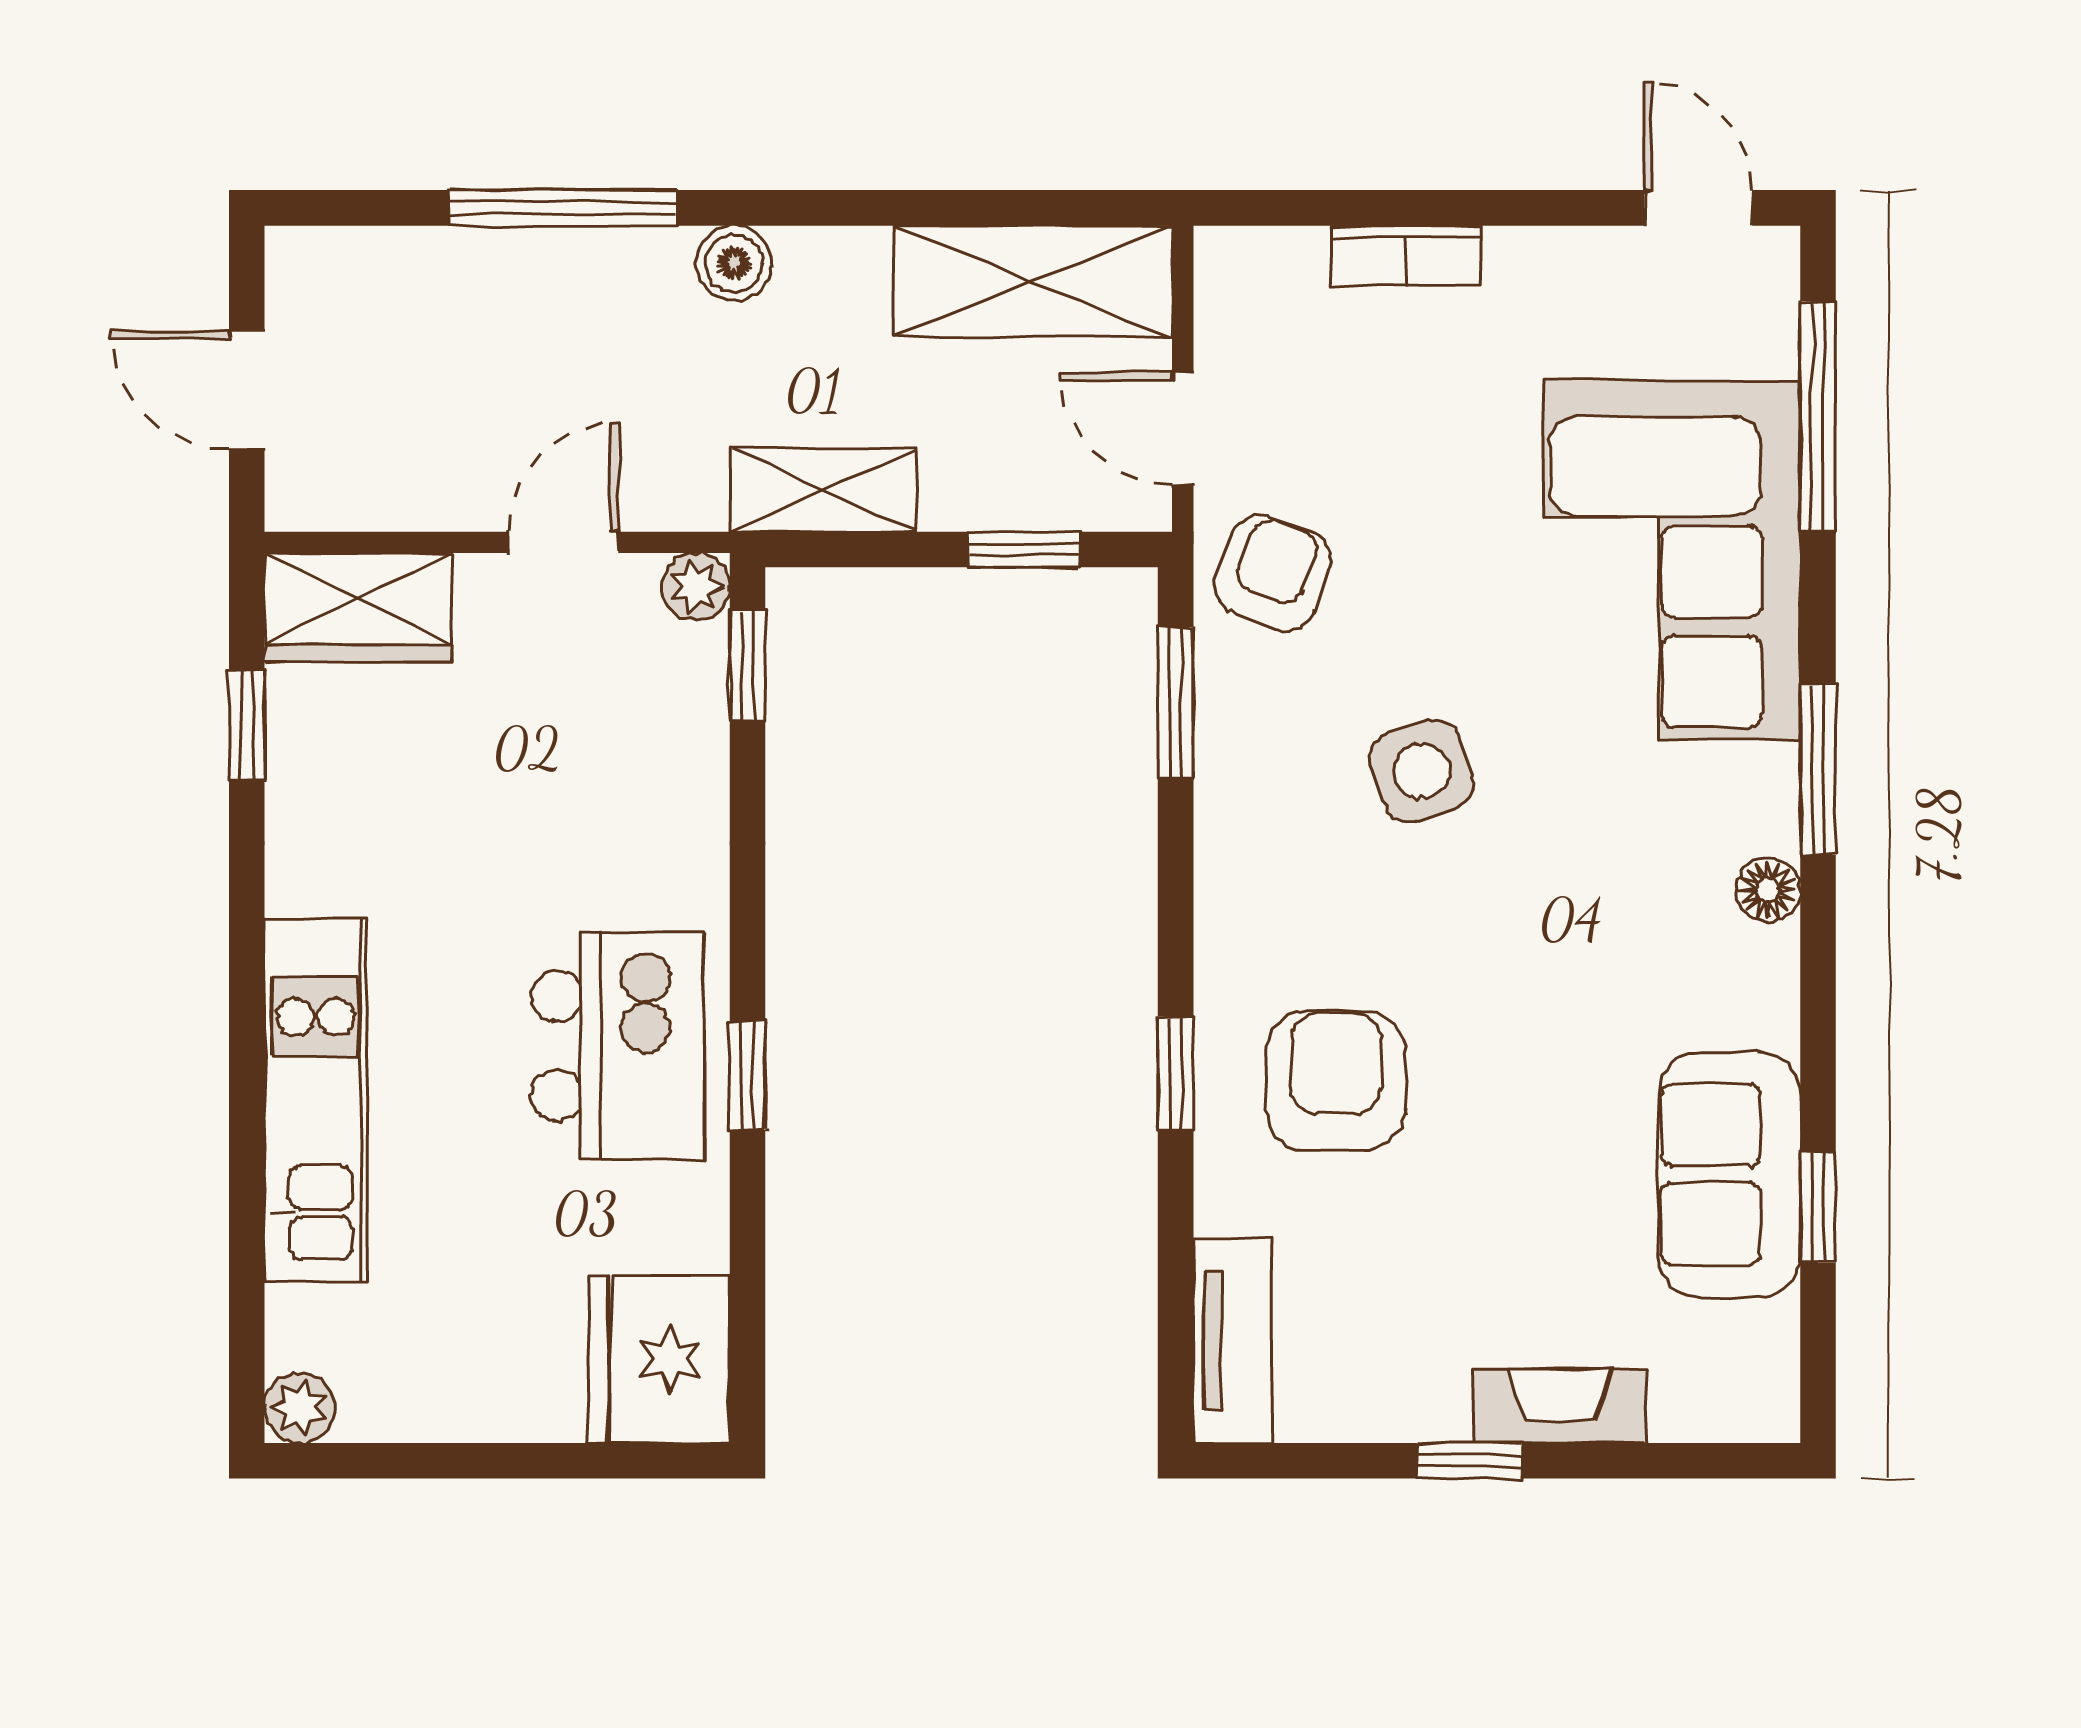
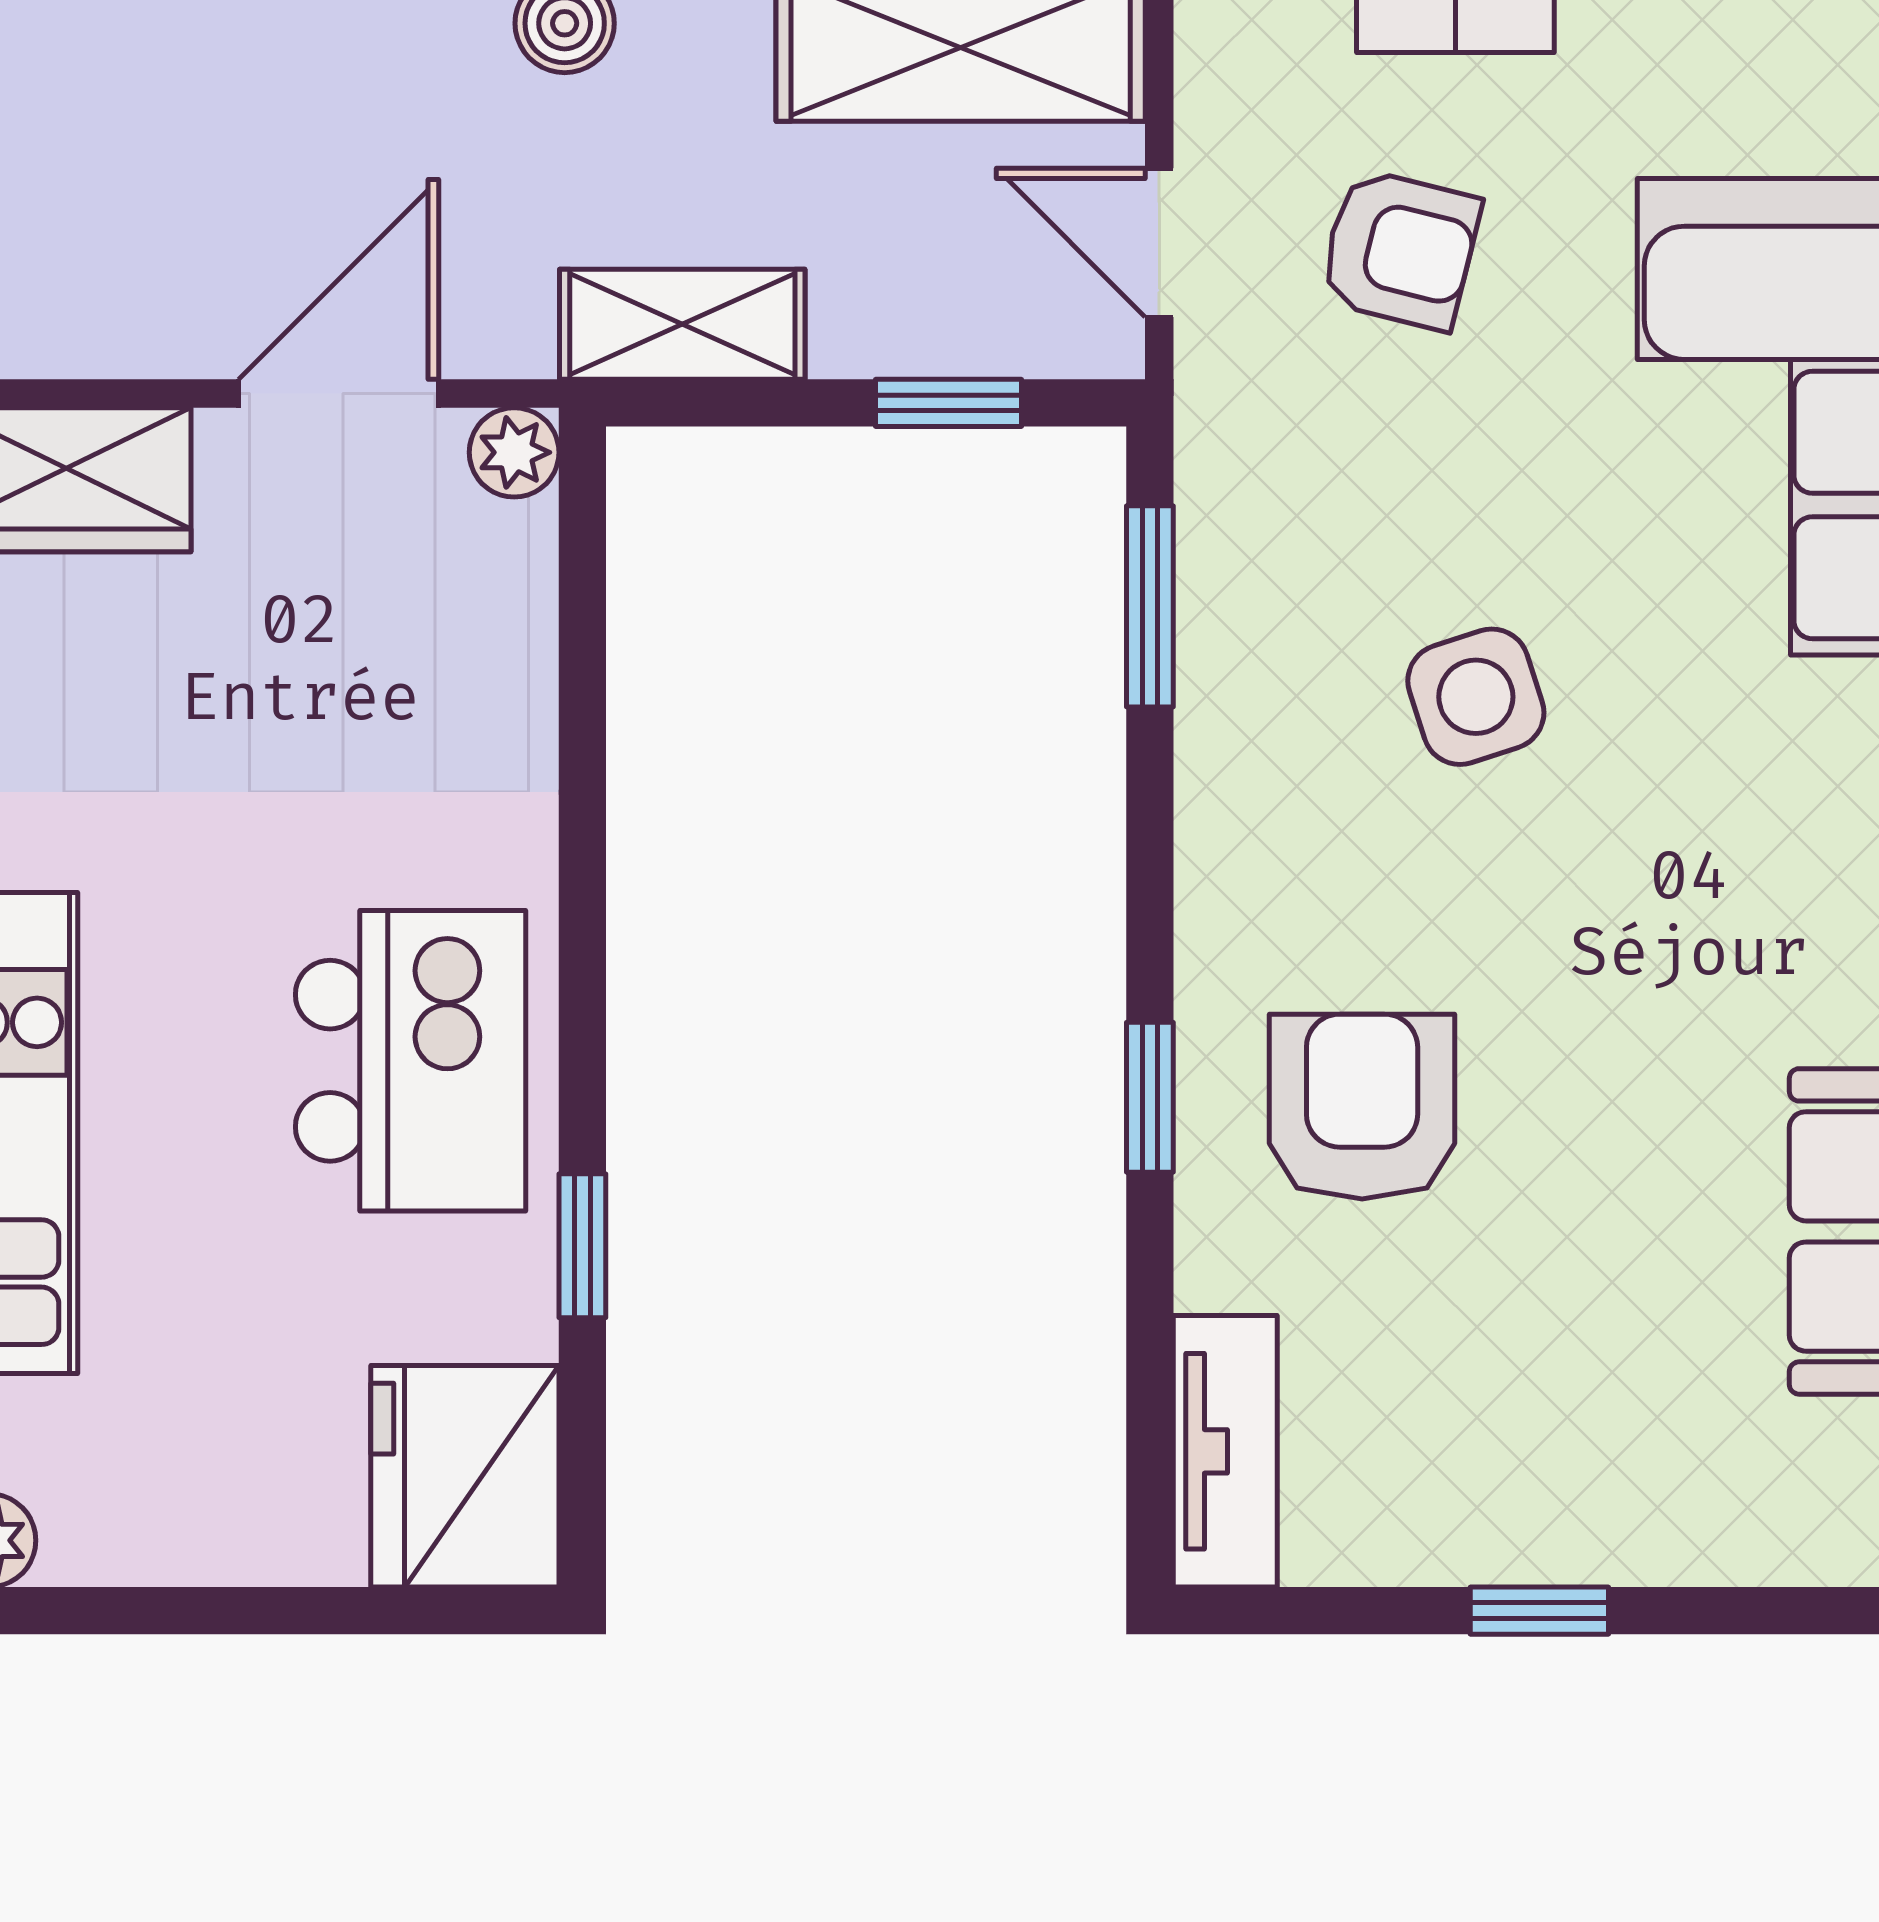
door: (564, 542) -> (339, 394), width x1.38
armchair: (1273, 573) -> (1400, 249), moved, turned 84
window: (747, 666) -> (582, 557), removed
window: (747, 1076) -> (582, 1246), moved
fireplace: (1560, 1406) -> (1659, 1538), removed

